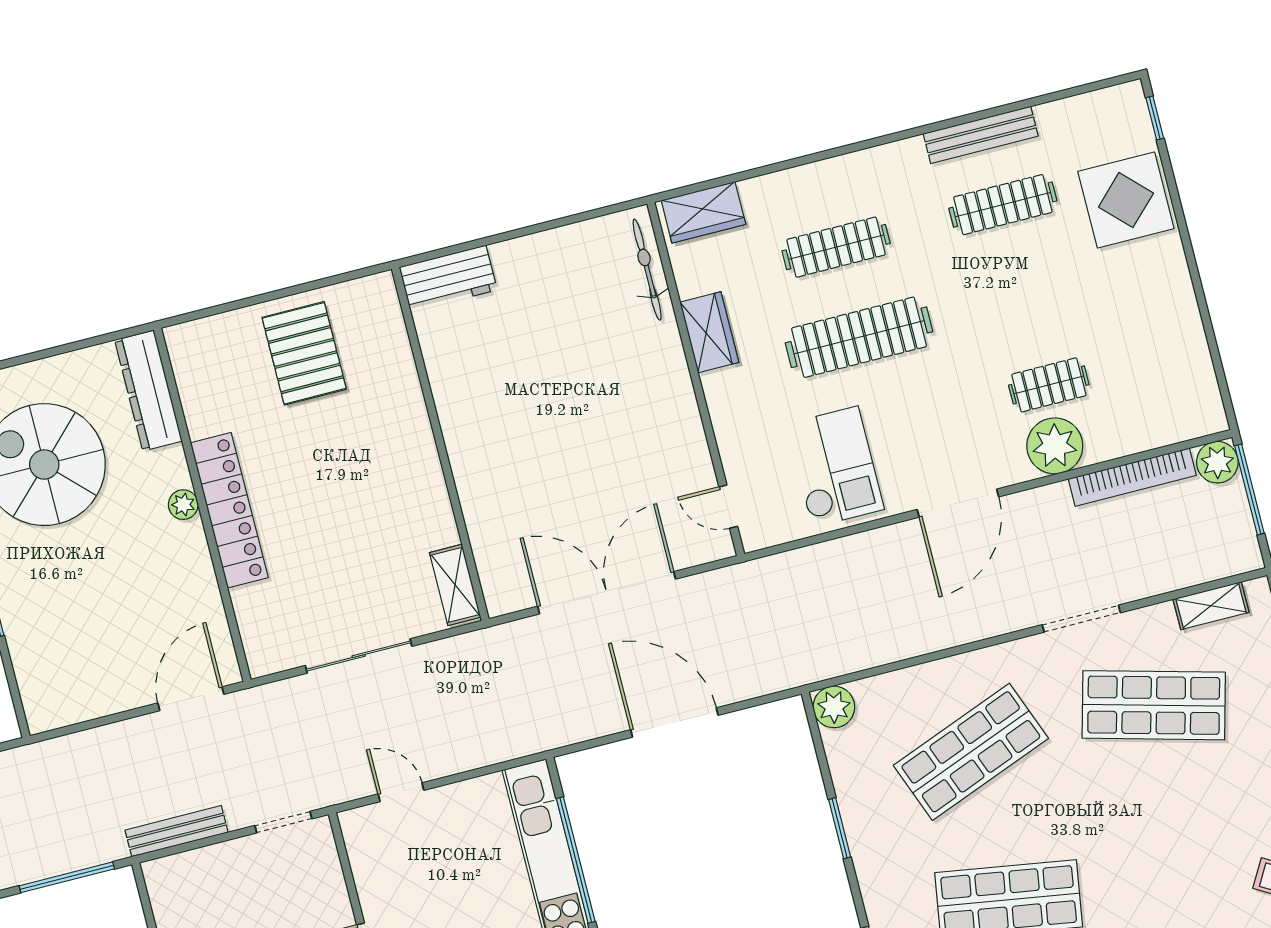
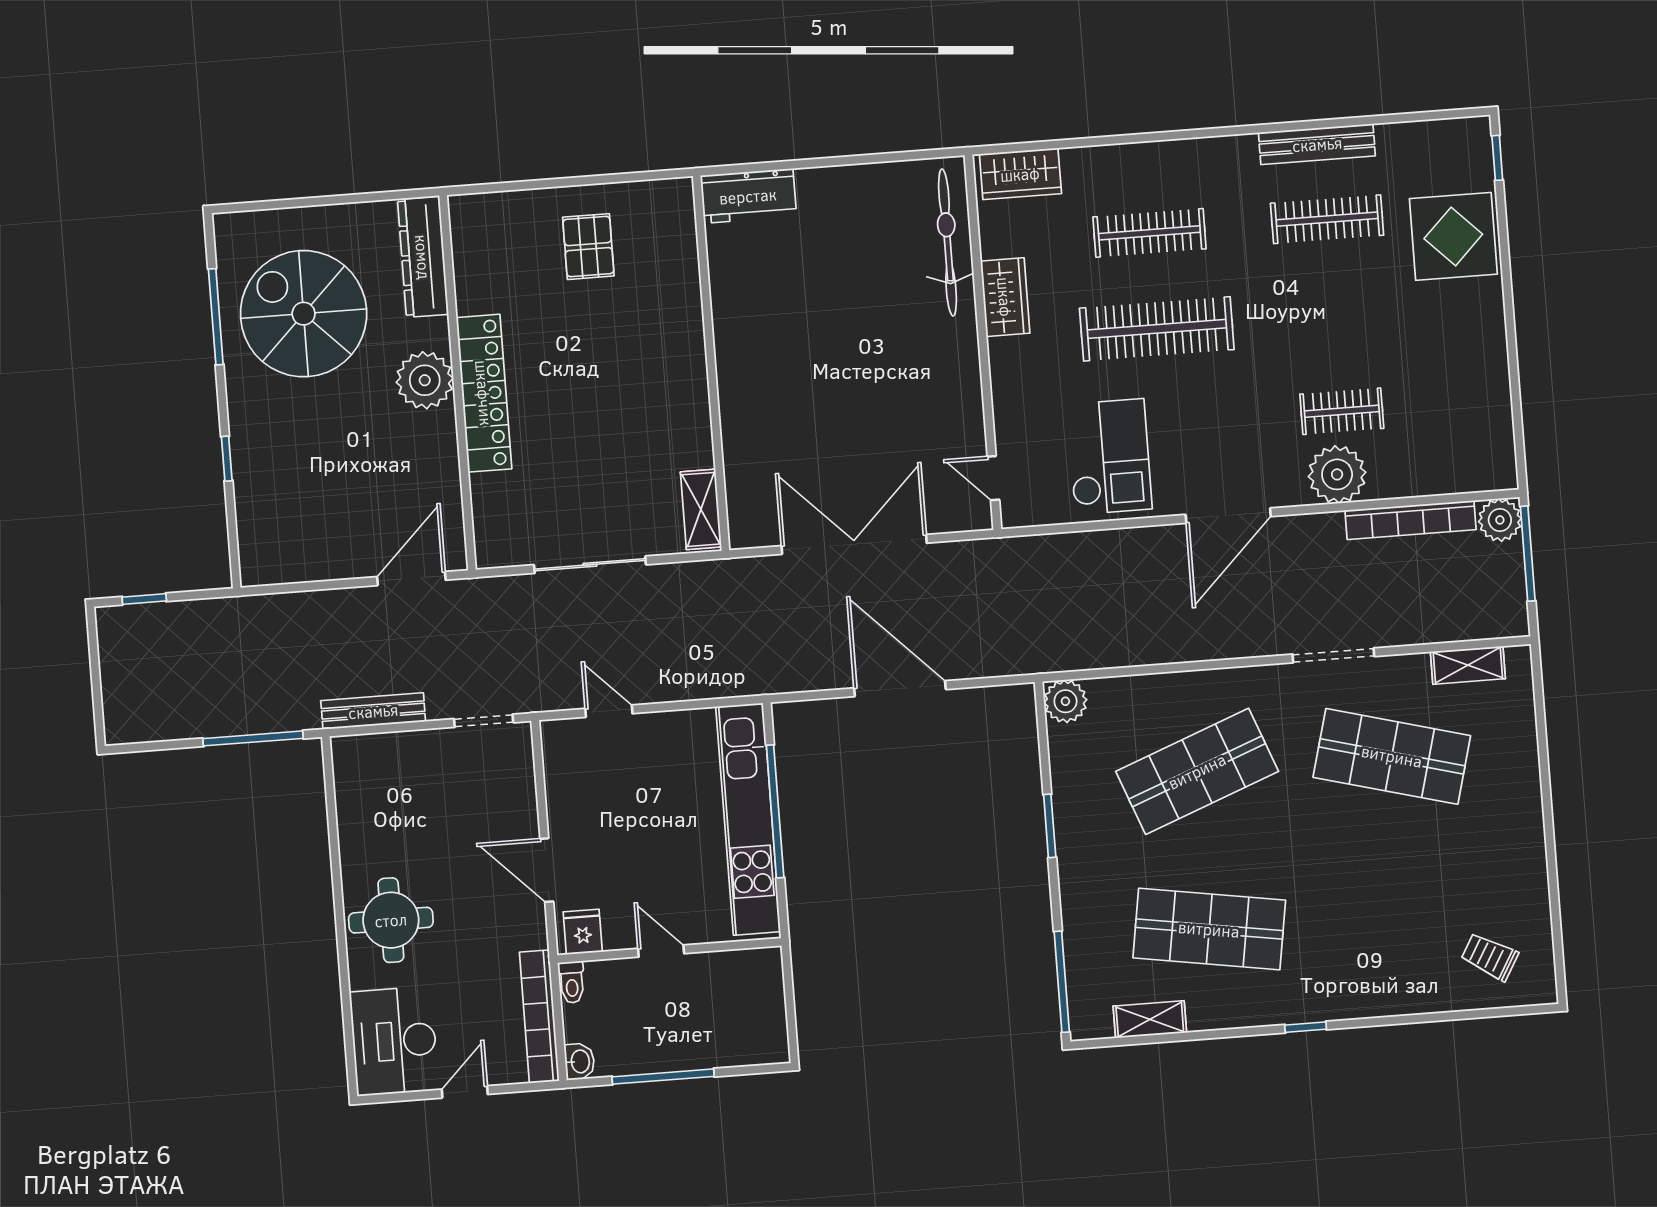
bicycle: (647, 270) -> (948, 242), width x1.37, depth x1.40
pallet: (304, 353) -> (588, 247), width x0.67, depth x0.71
plant: (183, 505) -> (425, 380), width x1.87, depth x1.87

